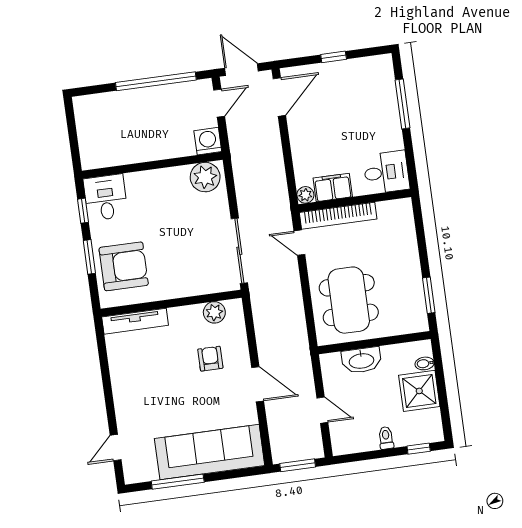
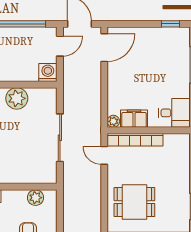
window: (334, 57) -> (171, 24), moved
plant: (205, 177) -> (17, 98), moved
sliding door: (239, 251) -> (60, 138), moved
dining table: (349, 300) -> (134, 202), width x0.73

